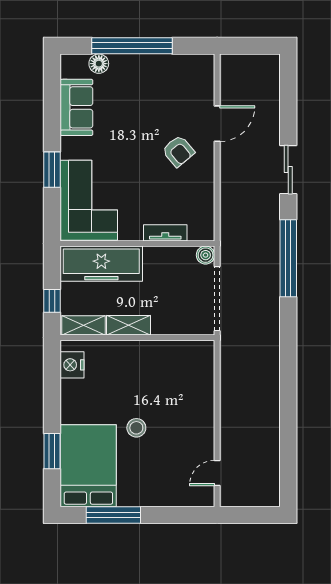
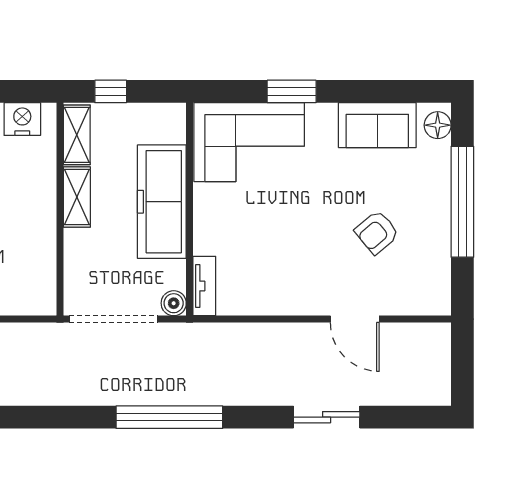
floor lamp: (99, 64) -> (438, 125), moved
armchair: (178, 151) -> (377, 232), moved
sliding door: (288, 170) -> (327, 417), moved
tv unit: (165, 233) -> (204, 286), moved
freezer: (101, 264) -> (162, 202), moved

